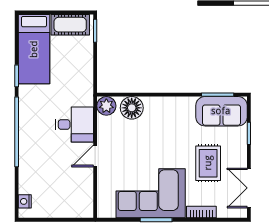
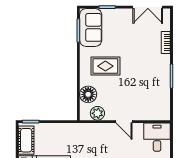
plant: (106, 106) -> (97, 113), moved
desk: (74, 124) -> (157, 137), moved
rug: (208, 163) -> (105, 66), moved
corner sofa: (151, 193) -> (152, 80), removed

